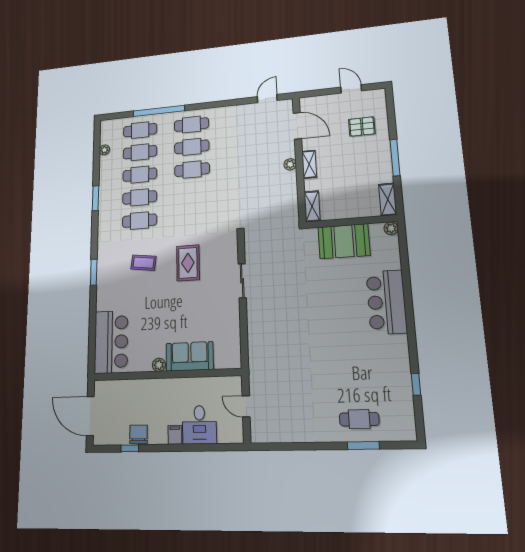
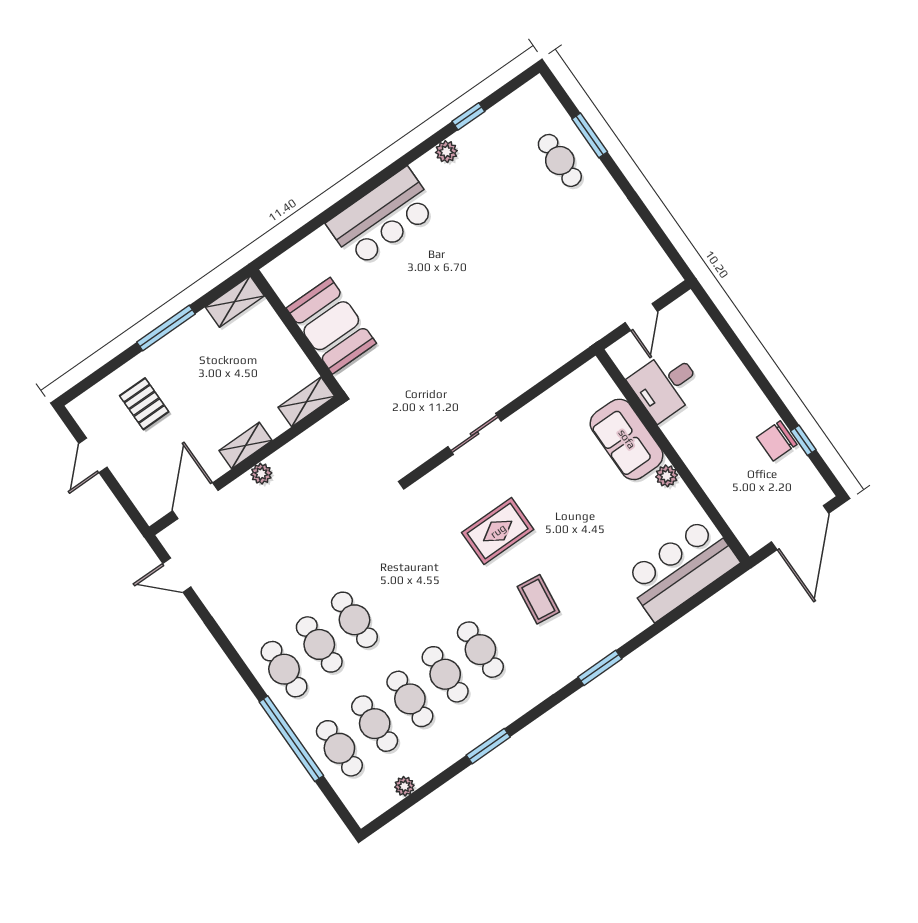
plant: (391, 228) -> (446, 152), moved
desk: (199, 425) -> (666, 385), moved, turned 180
filing cabinet: (175, 435) -> (743, 390), removed

